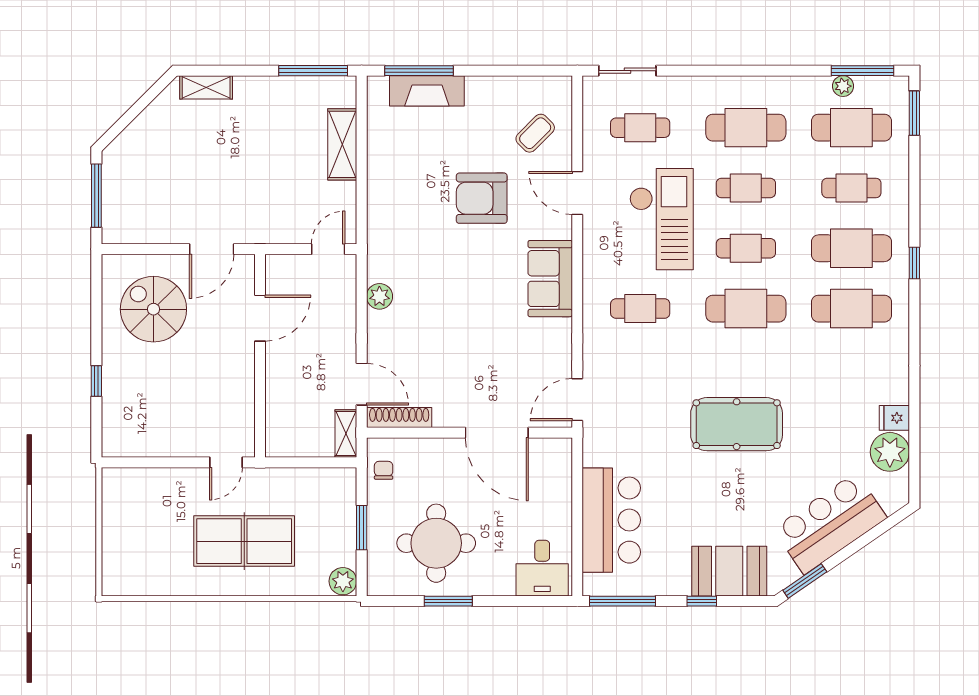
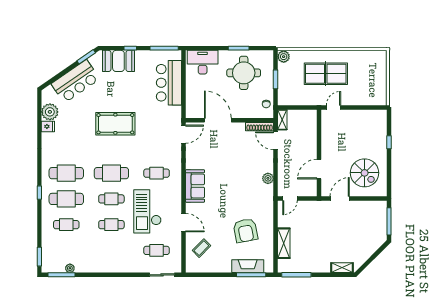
cafe table: (746, 128) -> (111, 250), removed
cafe table: (851, 128) -> (66, 250), removed
armchair: (482, 198) -> (245, 230), moved, turned 79
desk: (542, 568) -> (203, 62), width x1.37

